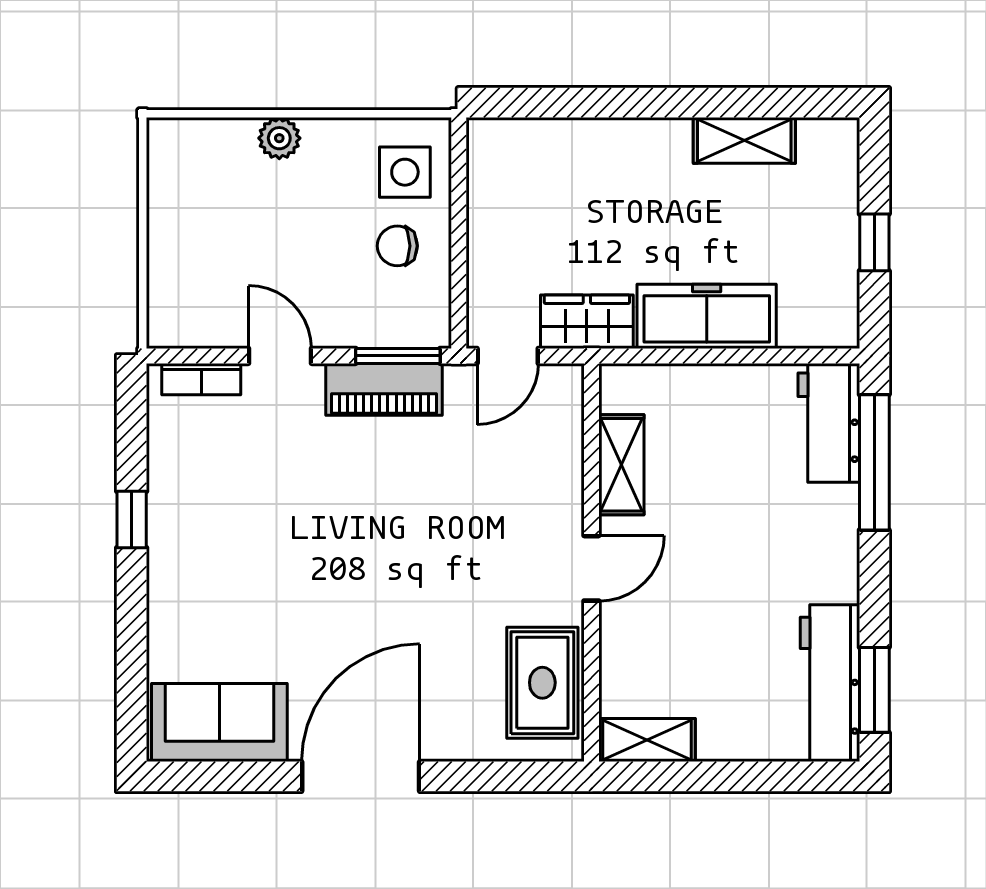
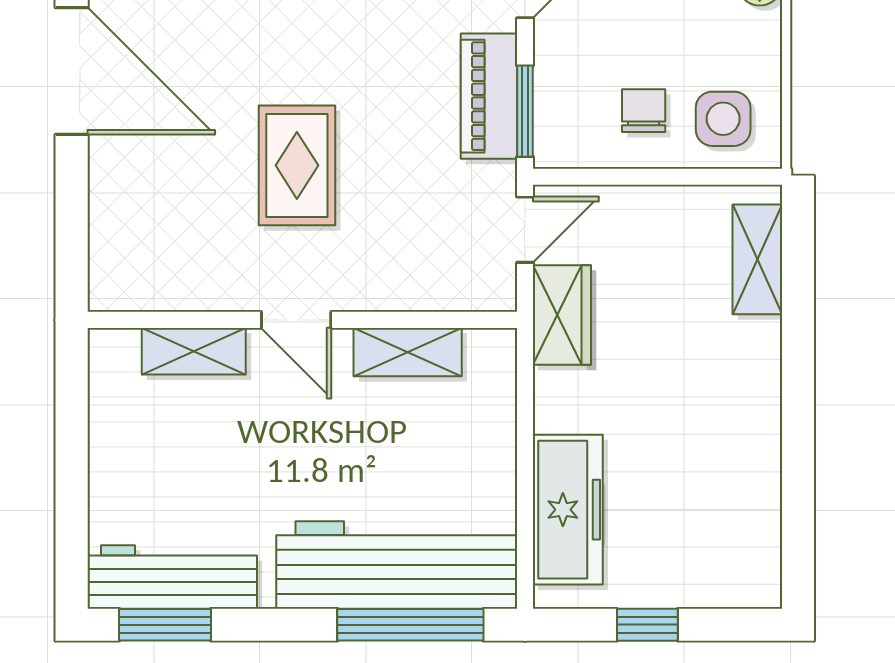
shelving: (744, 140) -> (757, 259), moved
freezer: (707, 316) -> (568, 510), moved
door: (508, 356) -> (525, 230), swing flipped
workbench: (829, 423) -> (397, 565), width x1.88, depth x1.32
rug: (542, 683) -> (297, 165), moved, turned 90
shelving: (647, 740) -> (194, 351), moved, turned 90

